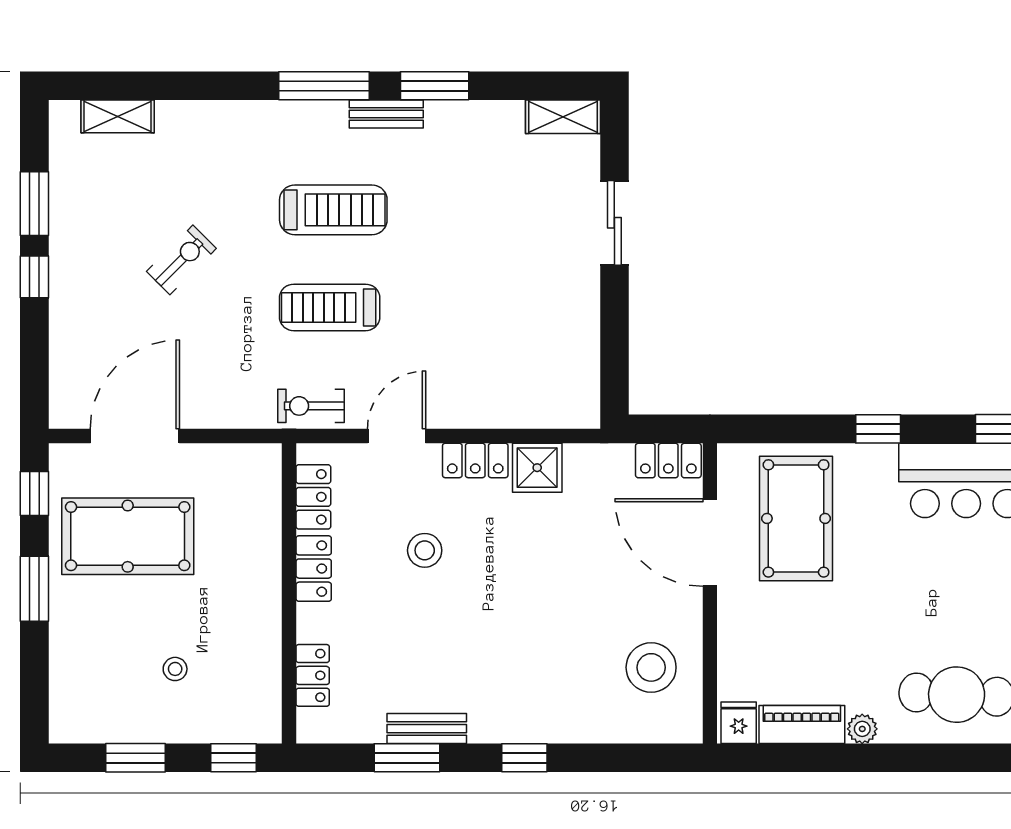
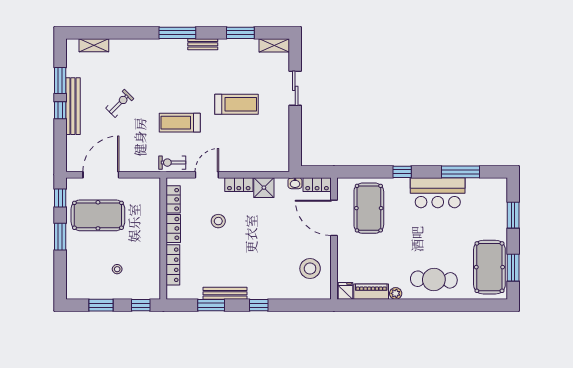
window: (435, 86) -> (240, 33), moved
treadmill: (333, 210) -> (236, 104), moved
bench: (66, 267) -> (73, 106), added
washbasin: (614, 457) -> (295, 183), added
locker: (313, 675) -> (173, 265), width x1.53
bench: (427, 729) -> (225, 293), width x1.36

